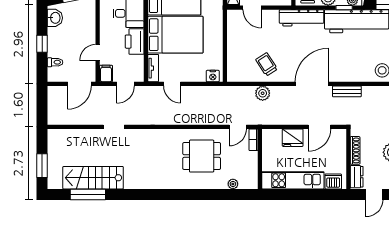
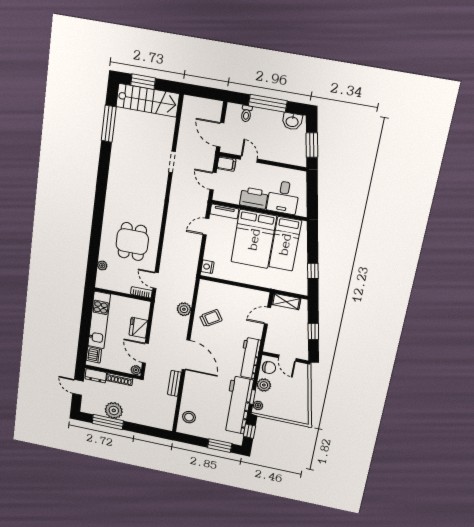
window: (42, 44) -> (268, 103), width x2.17
plant: (341, 134) -> (136, 370), added
stairs: (93, 178) -> (148, 100), moved, turned 90

